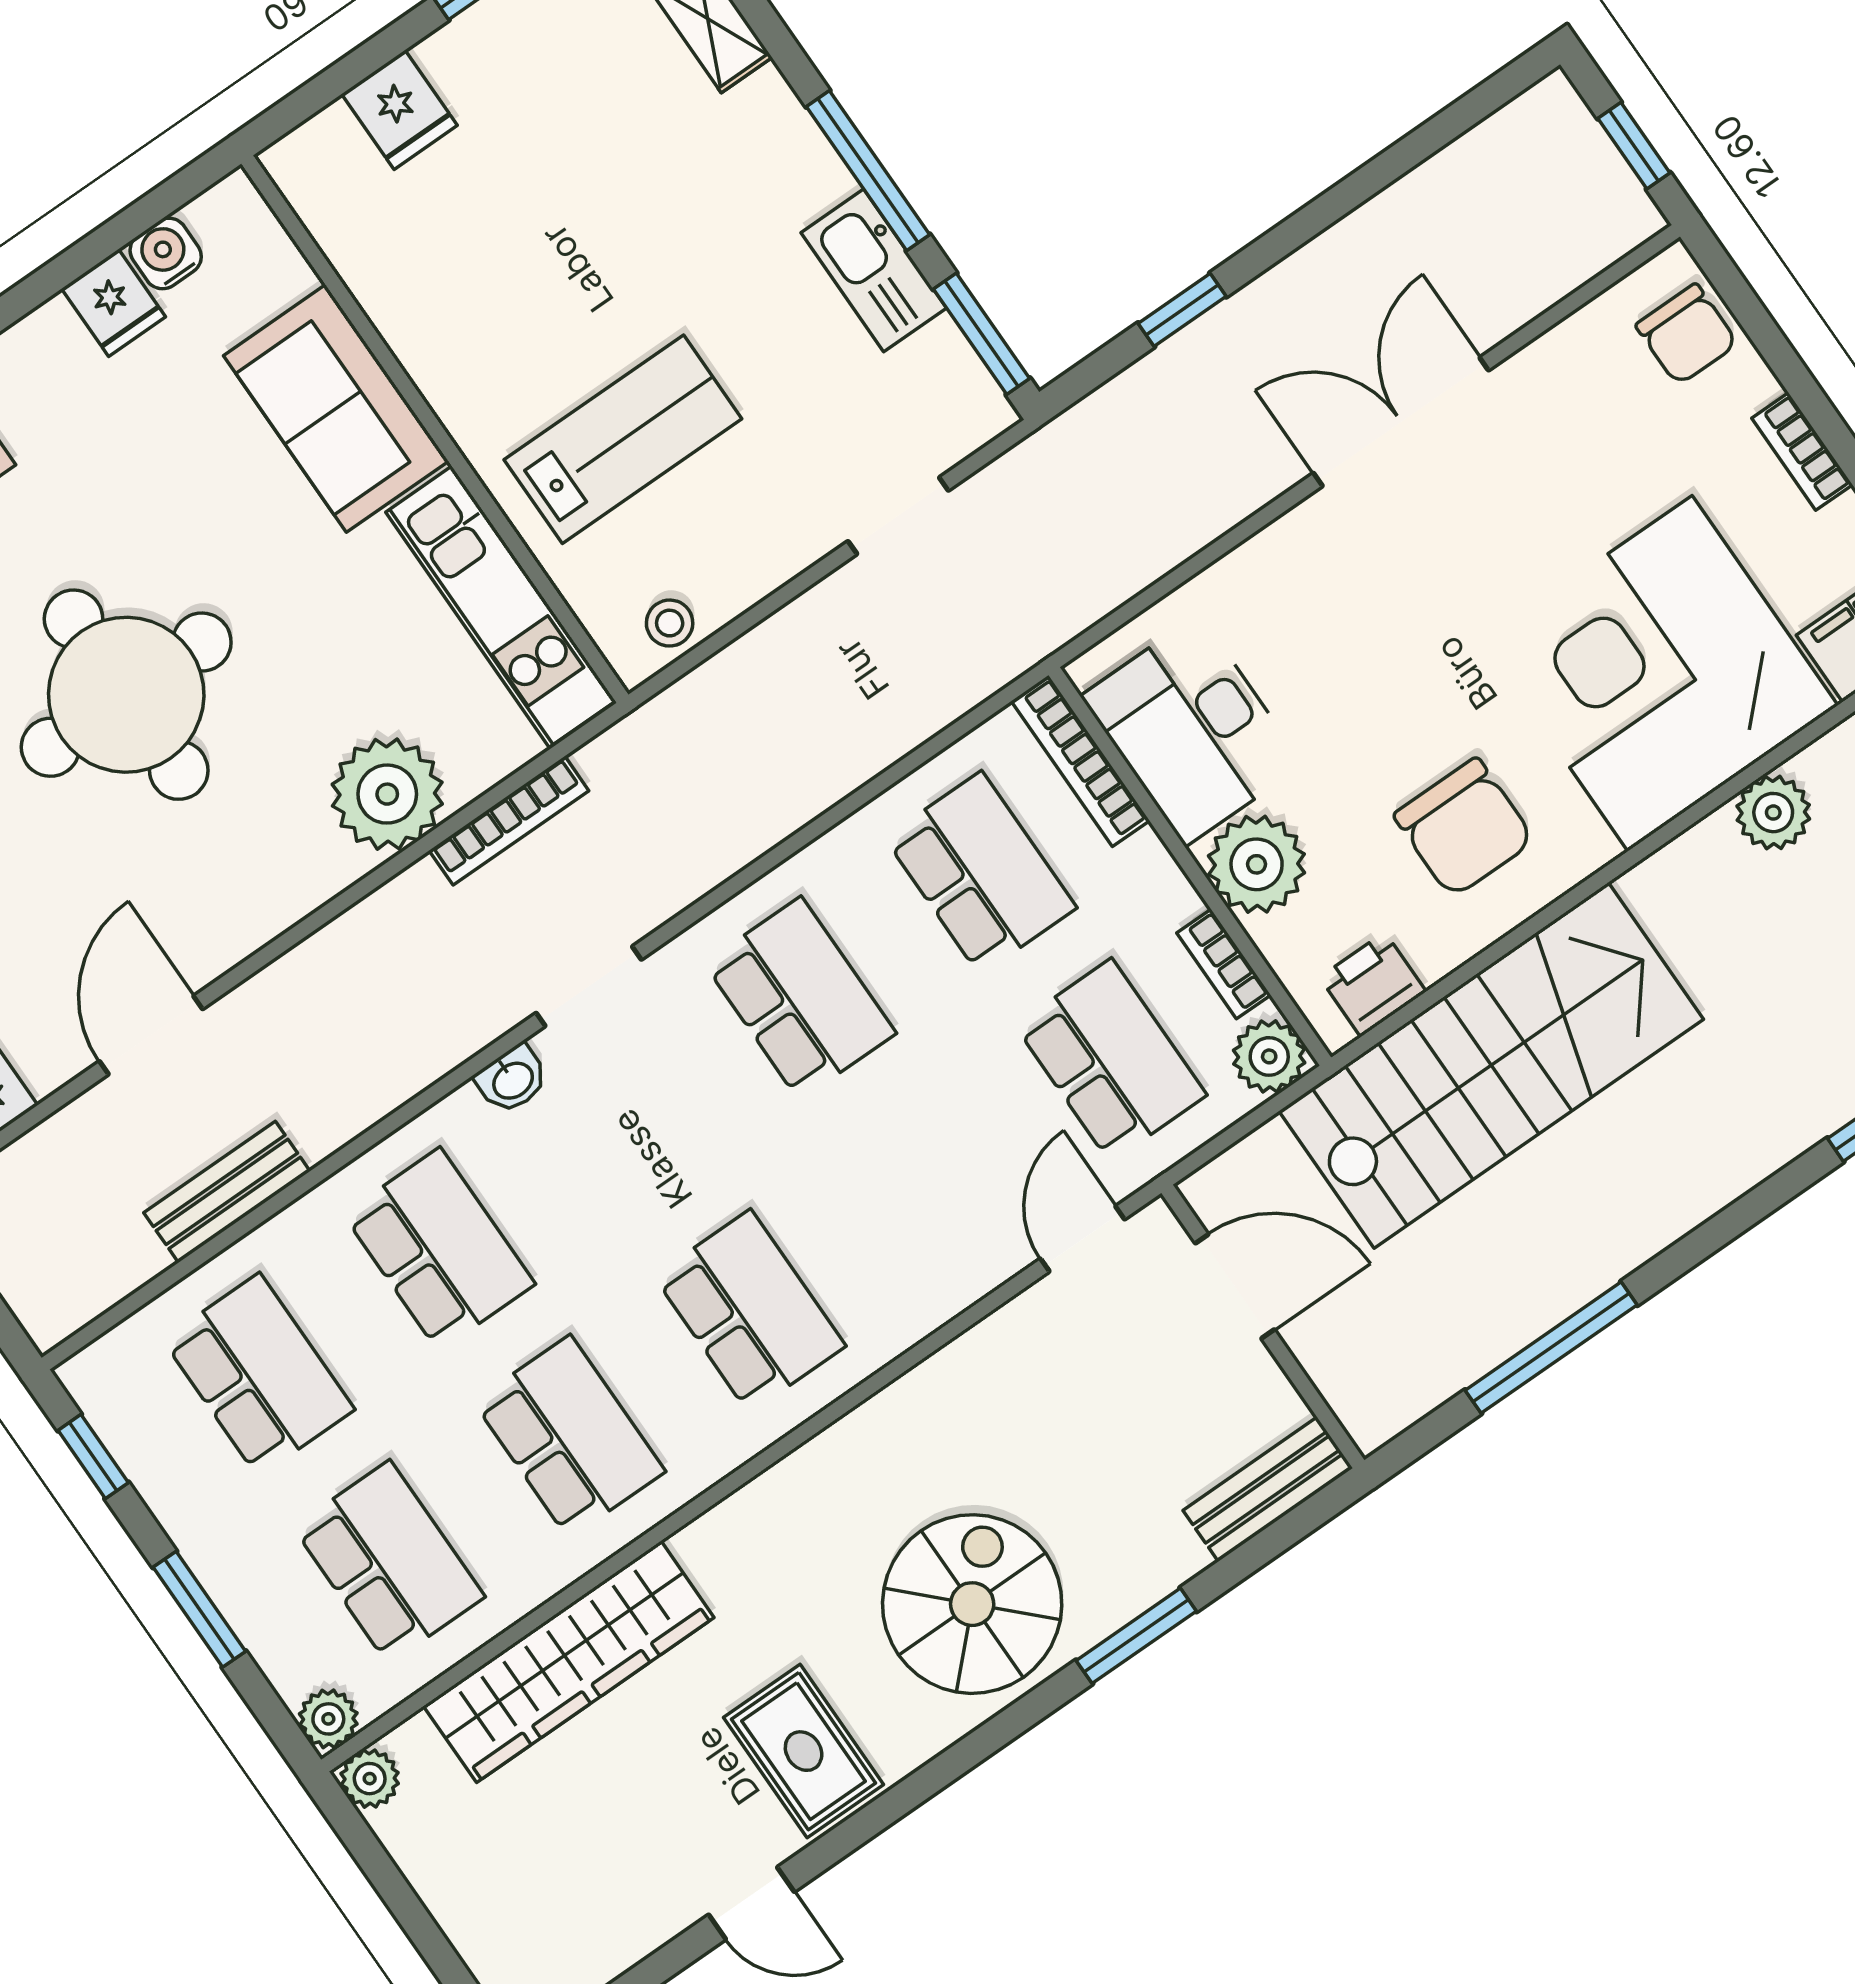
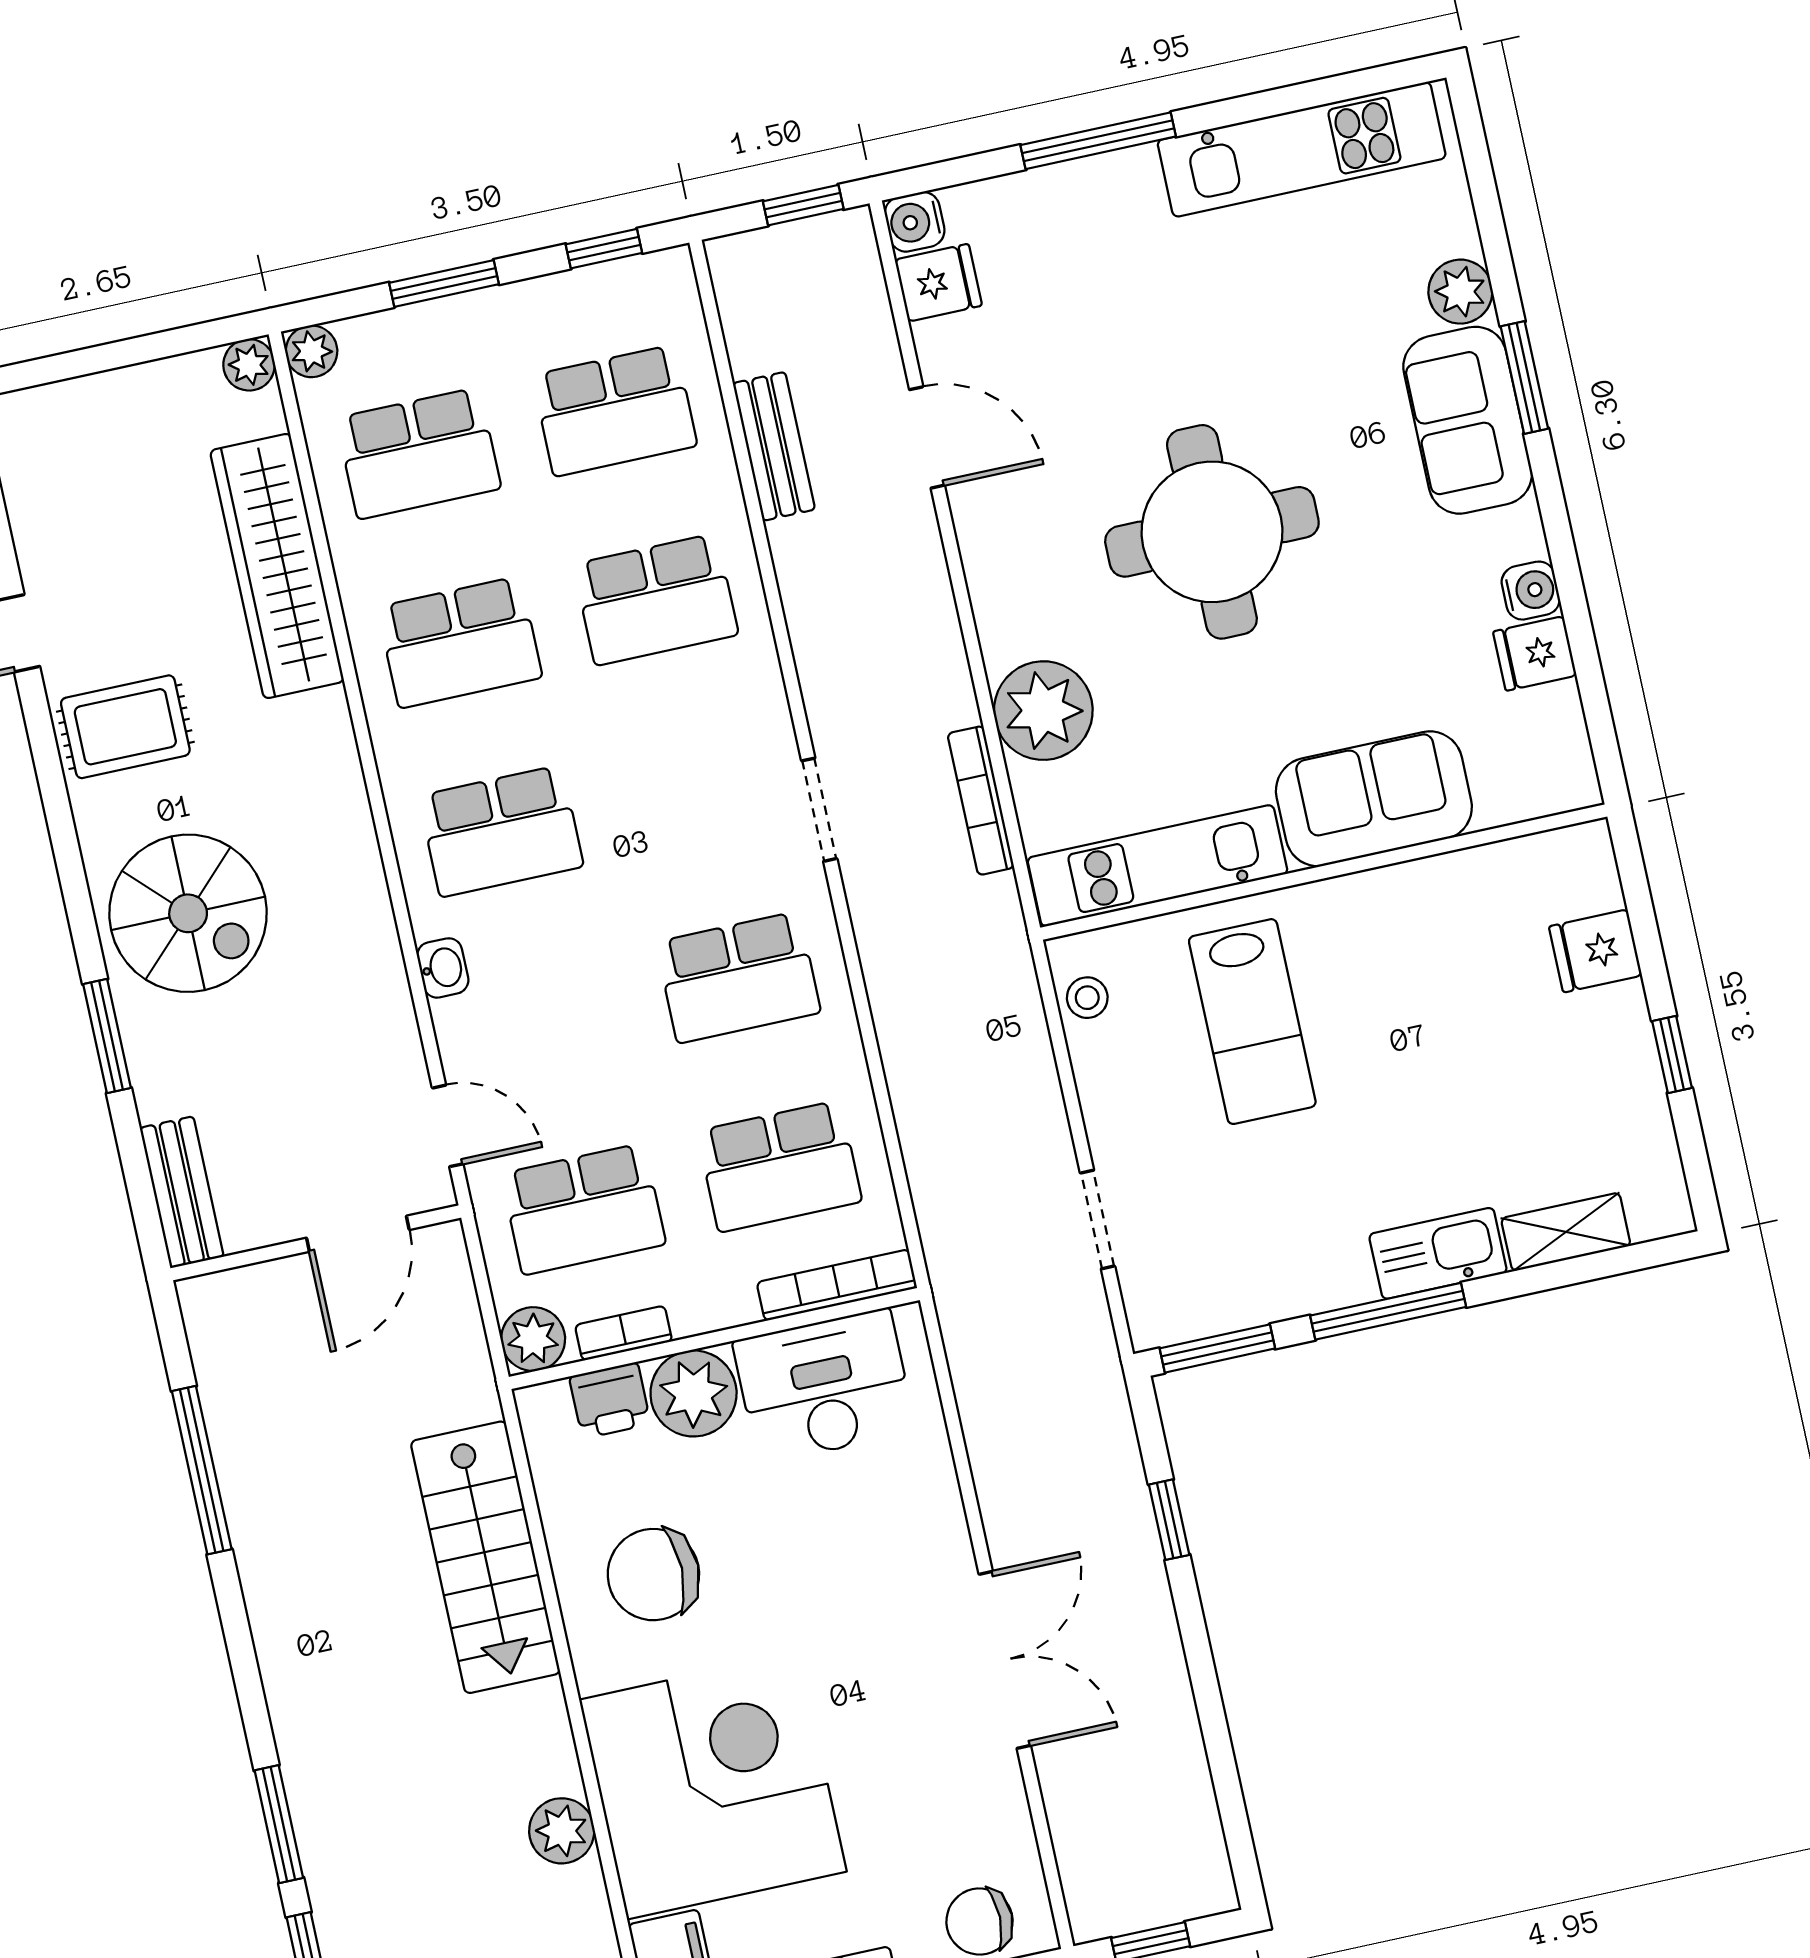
water cooler: (166, 253) -> (1531, 591), moved
kitchen sink: (874, 270) -> (1438, 1253), moved
printer: (1373, 984) -> (610, 1400), moved, turned 90
stairs: (1491, 1065) -> (485, 1557), width x0.73, depth x0.66
washbasin: (512, 1079) -> (443, 968), moved, turned 180

